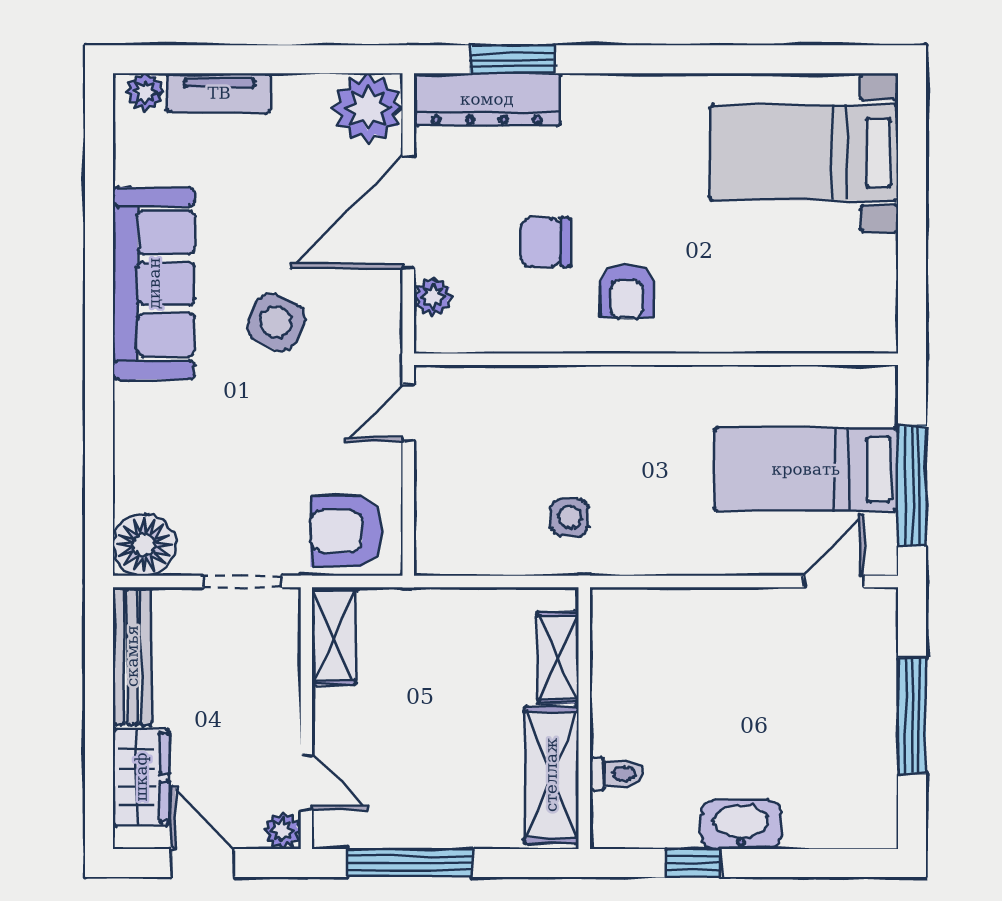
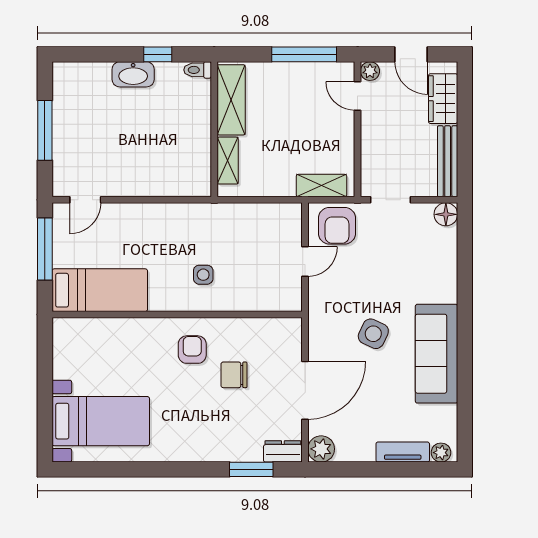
dresser: (487, 99) -> (283, 451), width x0.51, depth x0.80
plant: (368, 108) -> (321, 449), width x0.73, depth x0.73
chair: (546, 242) -> (234, 375), turned 180
plant: (433, 297) -> (292, 347), removed
door: (408, 413) -> (305, 261), moved
bed: (806, 469) -> (100, 290), moved
side table: (570, 518) -> (203, 275), moved
armchair: (346, 531) -> (337, 226), turned 90
floor lamp: (144, 545) -> (446, 214), width x0.73, depth x0.73
shelving: (334, 636) -> (321, 186), moved, turned 90
toilet: (616, 774) -> (198, 70), moved

